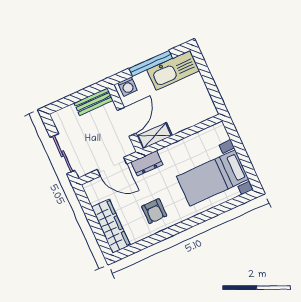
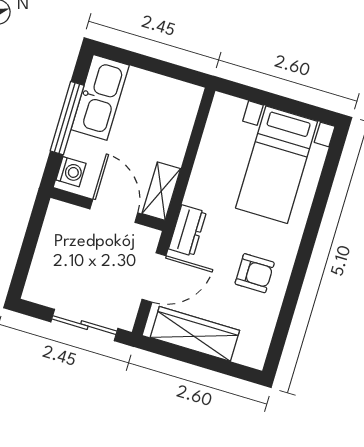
bench: (94, 102) -> (53, 230), removed
wardrobe: (111, 226) -> (195, 334), moved

